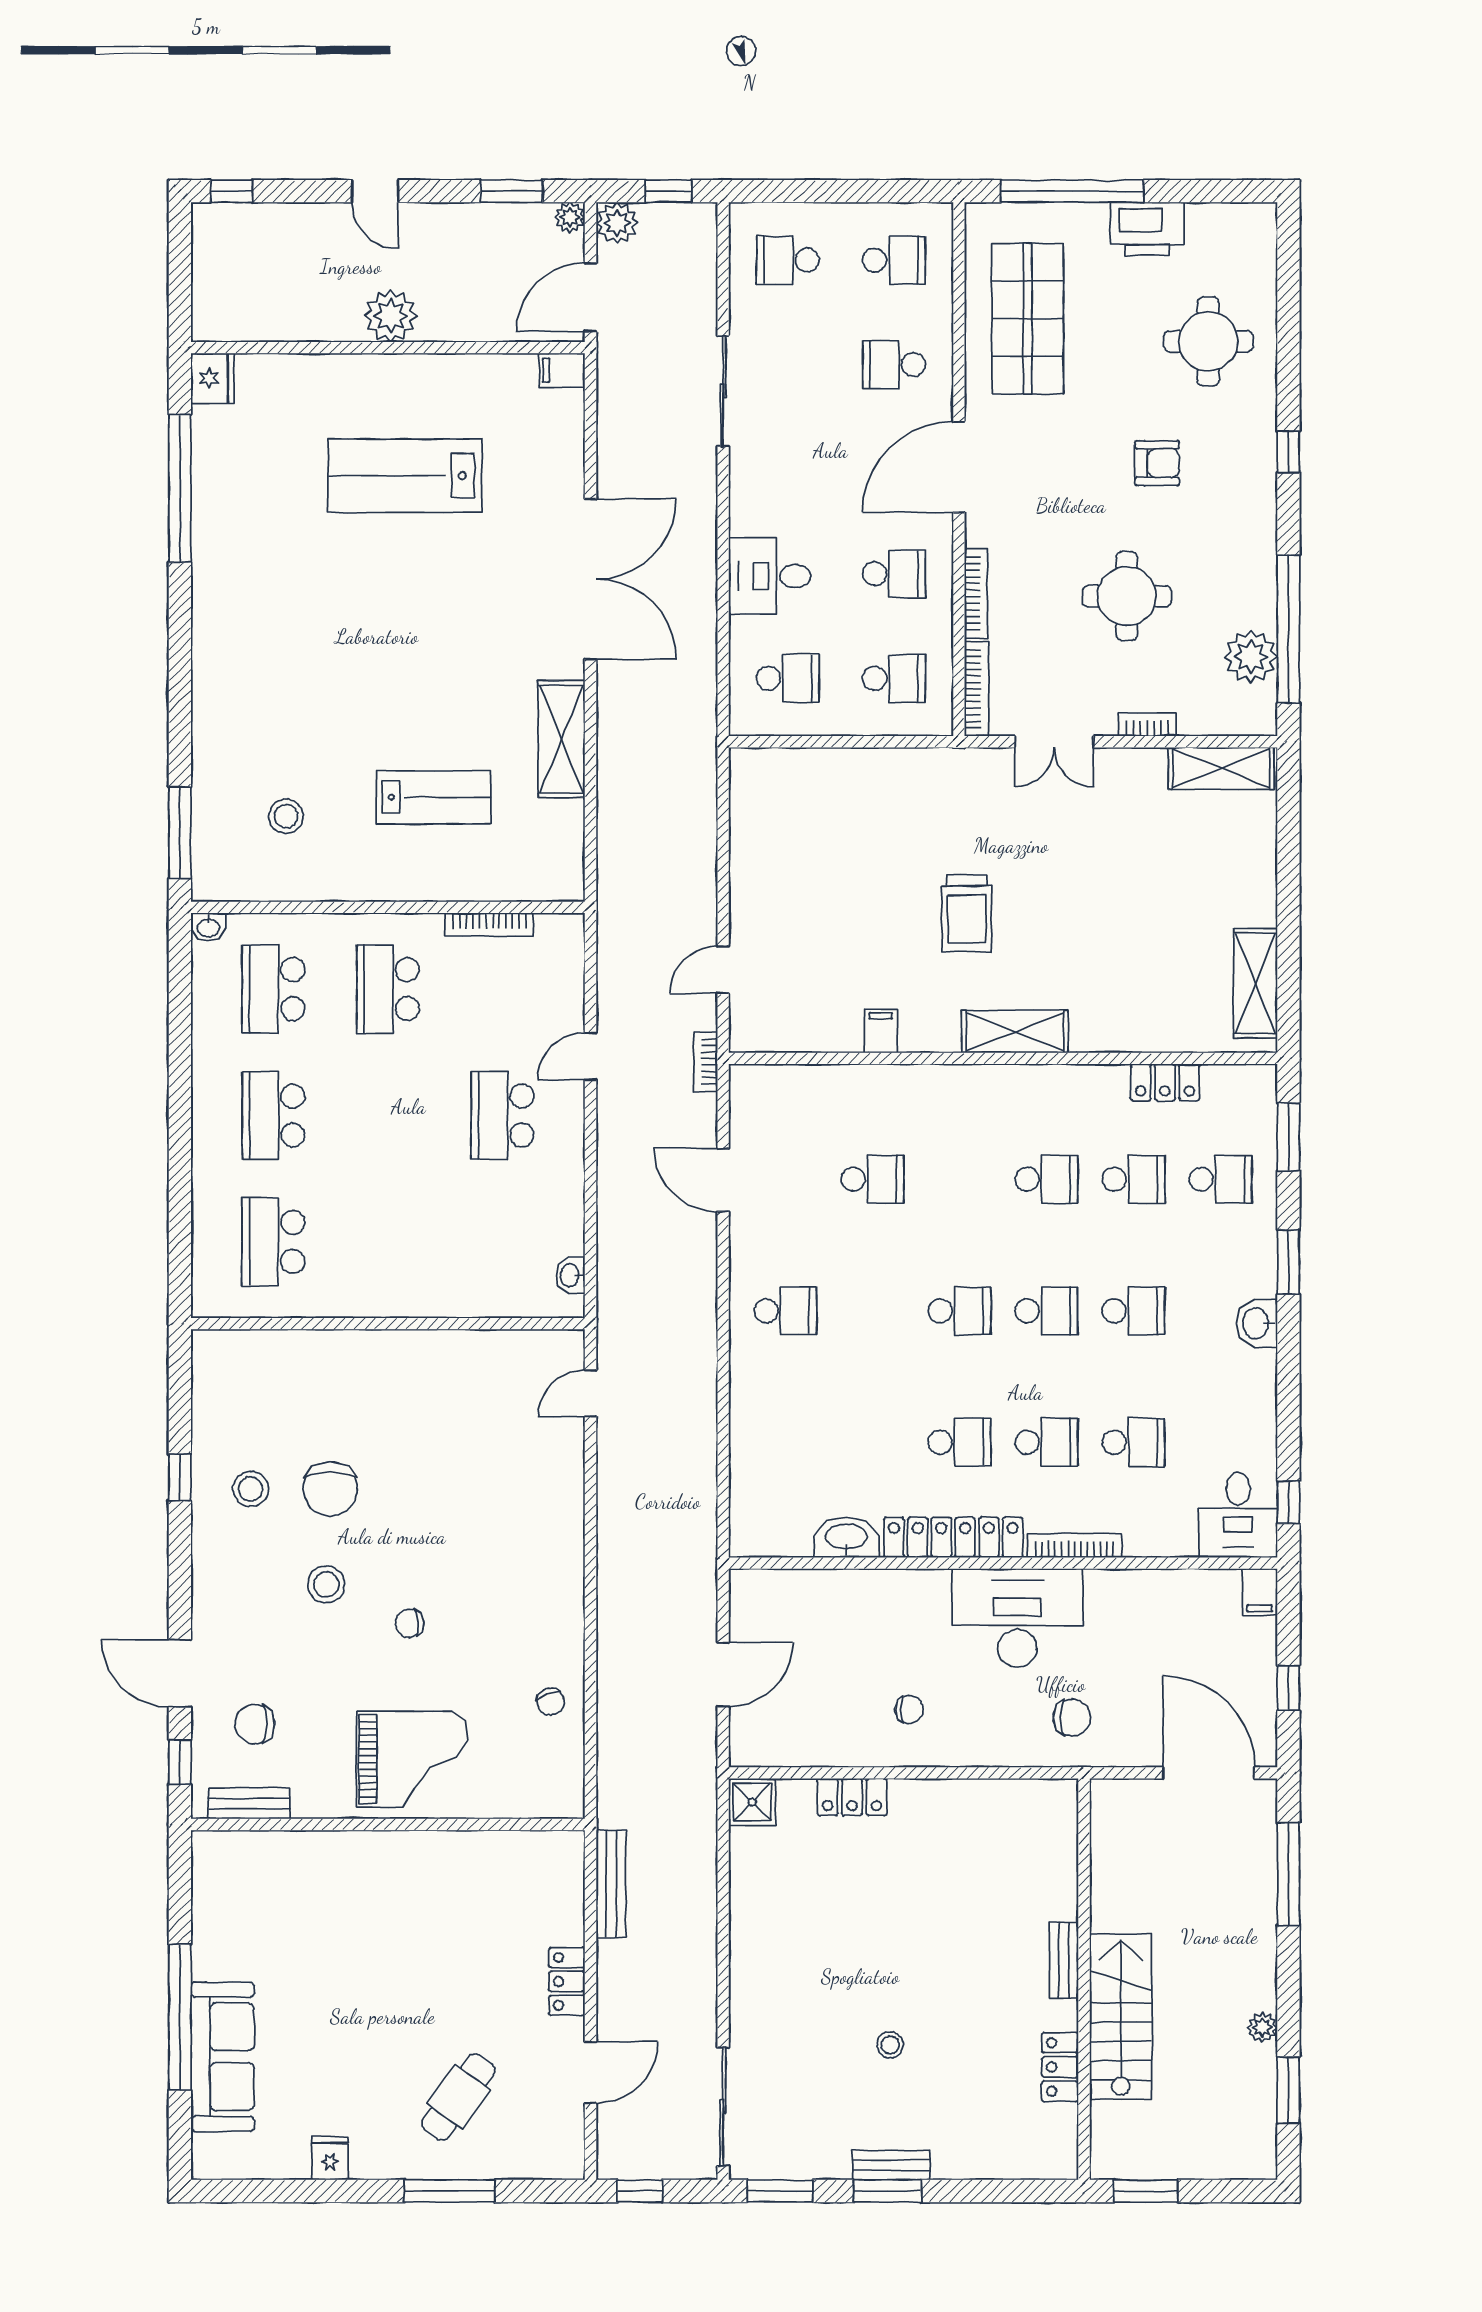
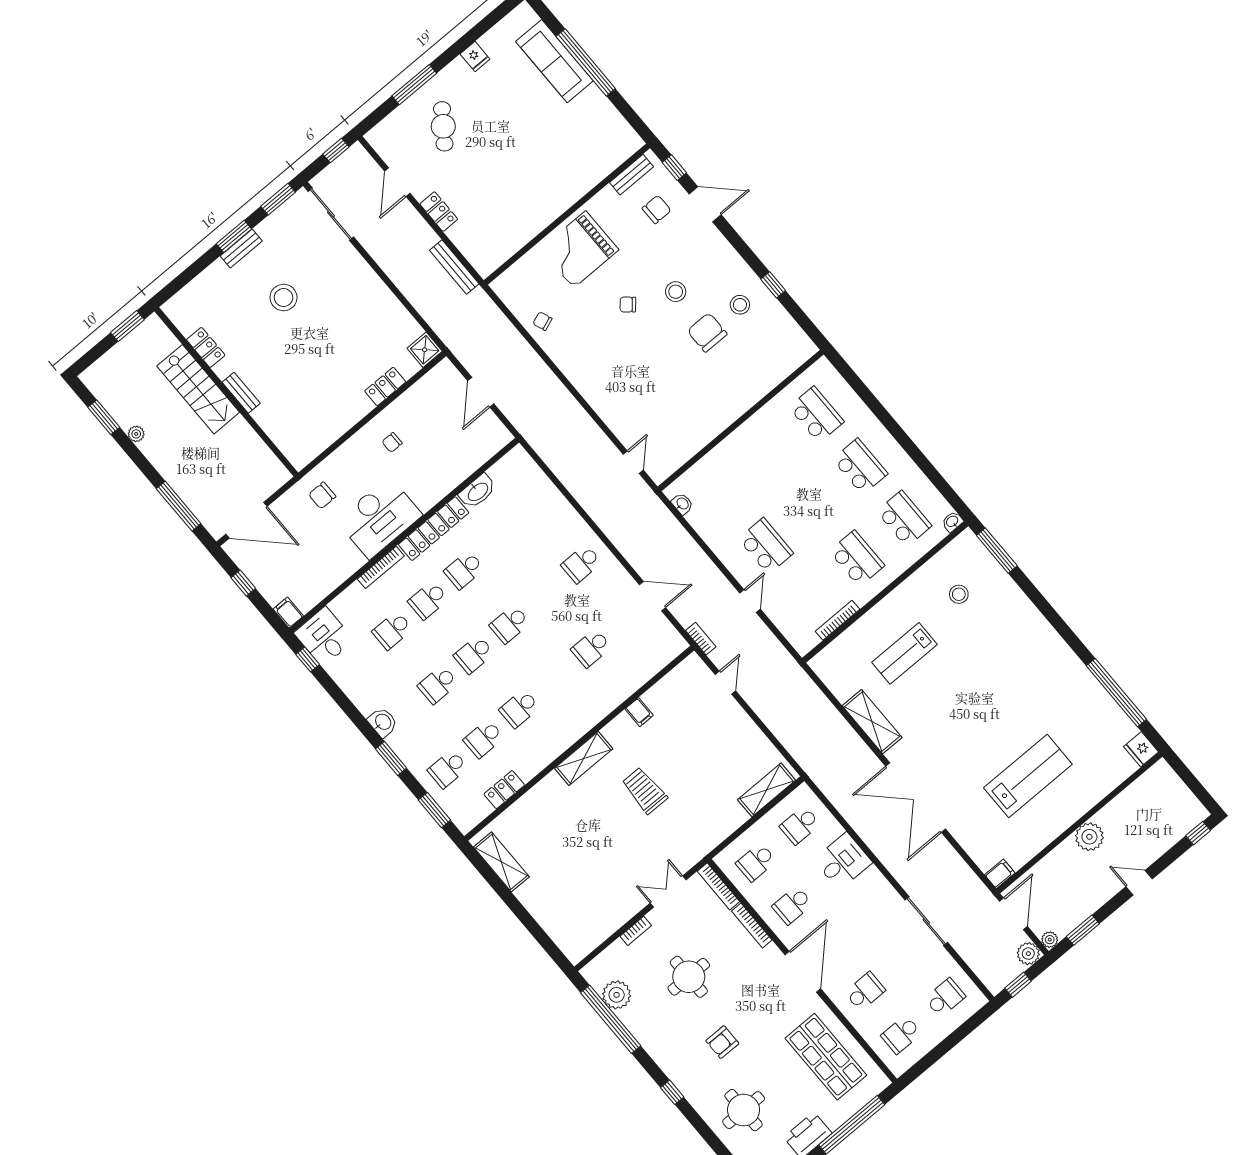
shelving: (1221, 768) -> (767, 790), moved
chair: (410, 1623) -> (628, 305), turned -133
stool: (890, 2045) -> (284, 298), width x1.89, depth x1.89

